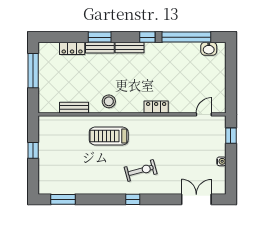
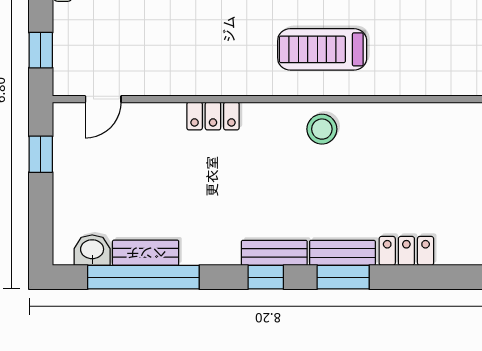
window: (147, 37) -> (266, 277), moved
window: (231, 90) -> (41, 154), added
bench: (74, 108) -> (146, 253), moved
treadmill: (109, 136) -> (322, 49), turned 180

